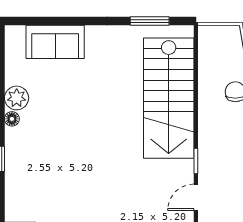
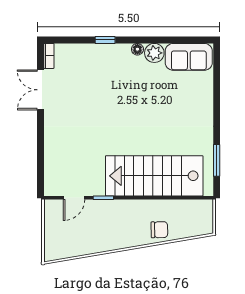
sofa: (55, 42) -> (189, 57), moved, turned -90
door: (196, 197) -> (74, 198), swing flipped

